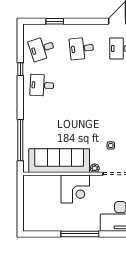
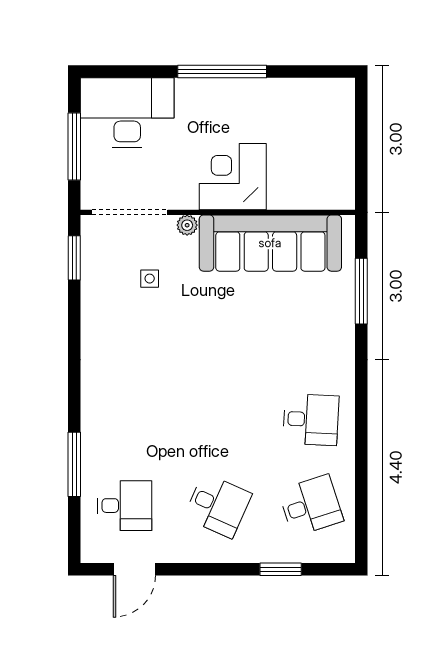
desk: (82, 48) -> (218, 506), turned 30
window: (20, 69) -> (361, 457), removed
window: (20, 140) -> (361, 291), width x0.68

